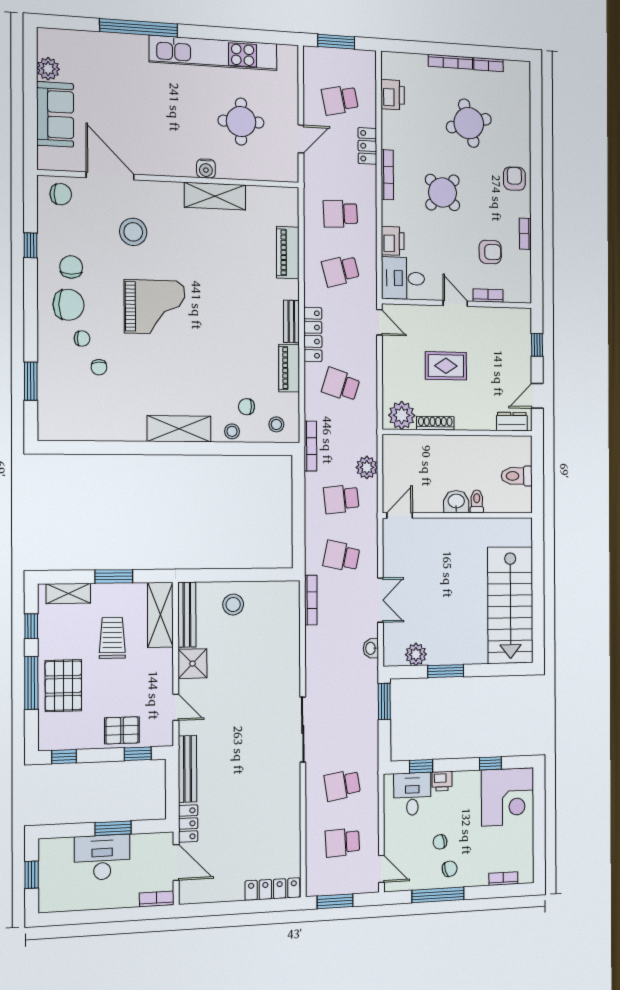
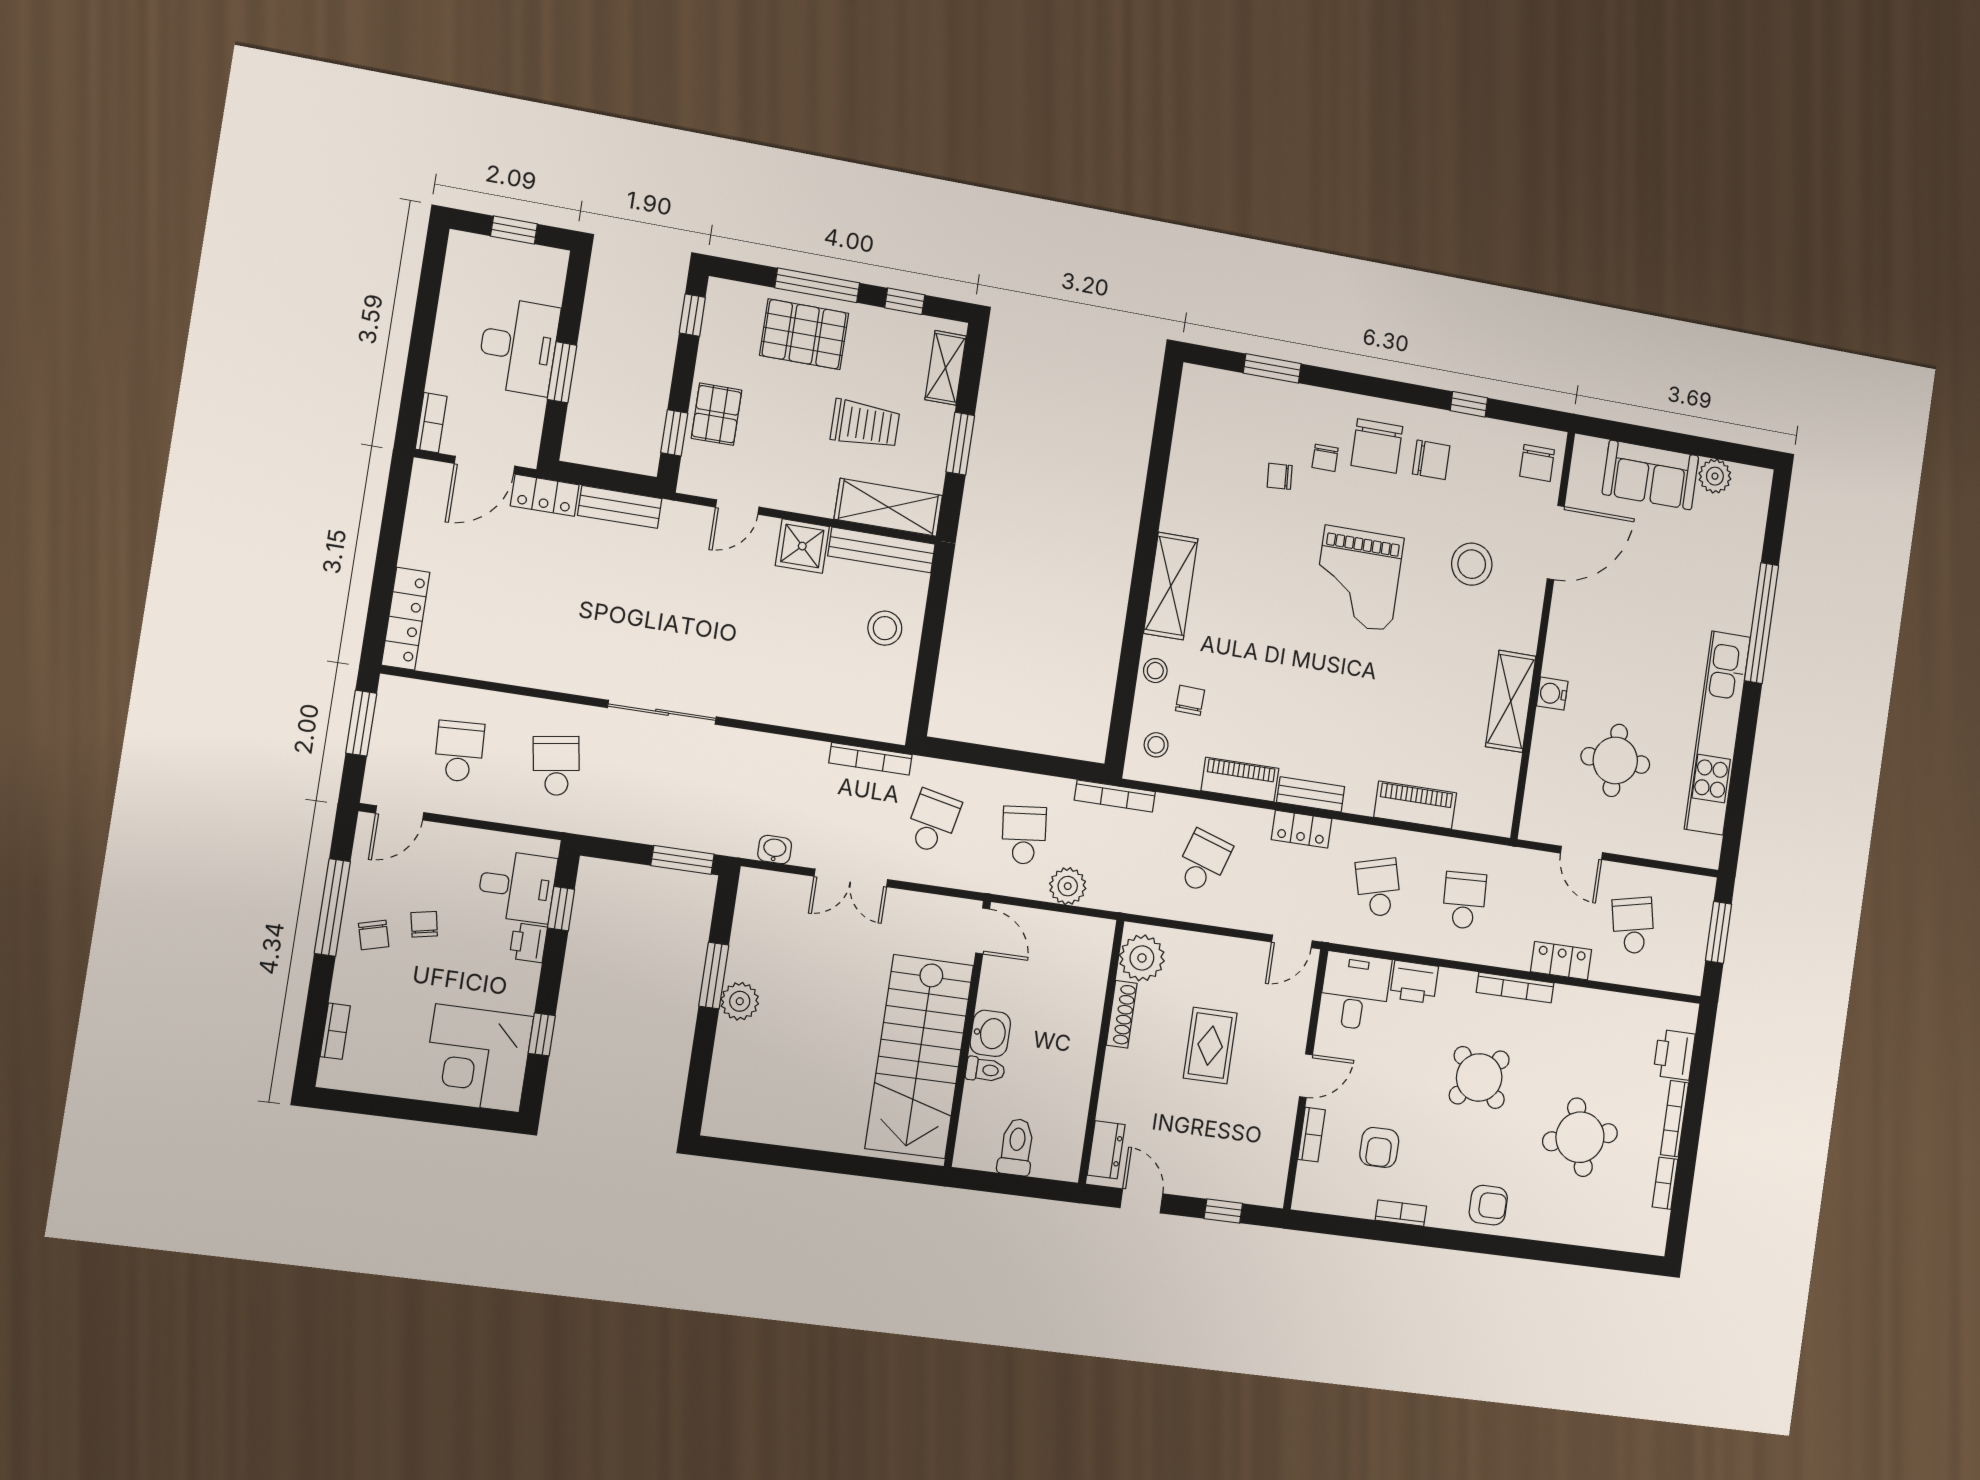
printer: (393, 95) -> (1674, 1055), moved, turned 90
locker: (313, 334) -> (1302, 829), width x0.66
stairs: (510, 605) -> (919, 1057), moved, turned -90
plant: (416, 654) -> (740, 1001), moved
bench: (187, 769) -> (620, 507), width x0.73

